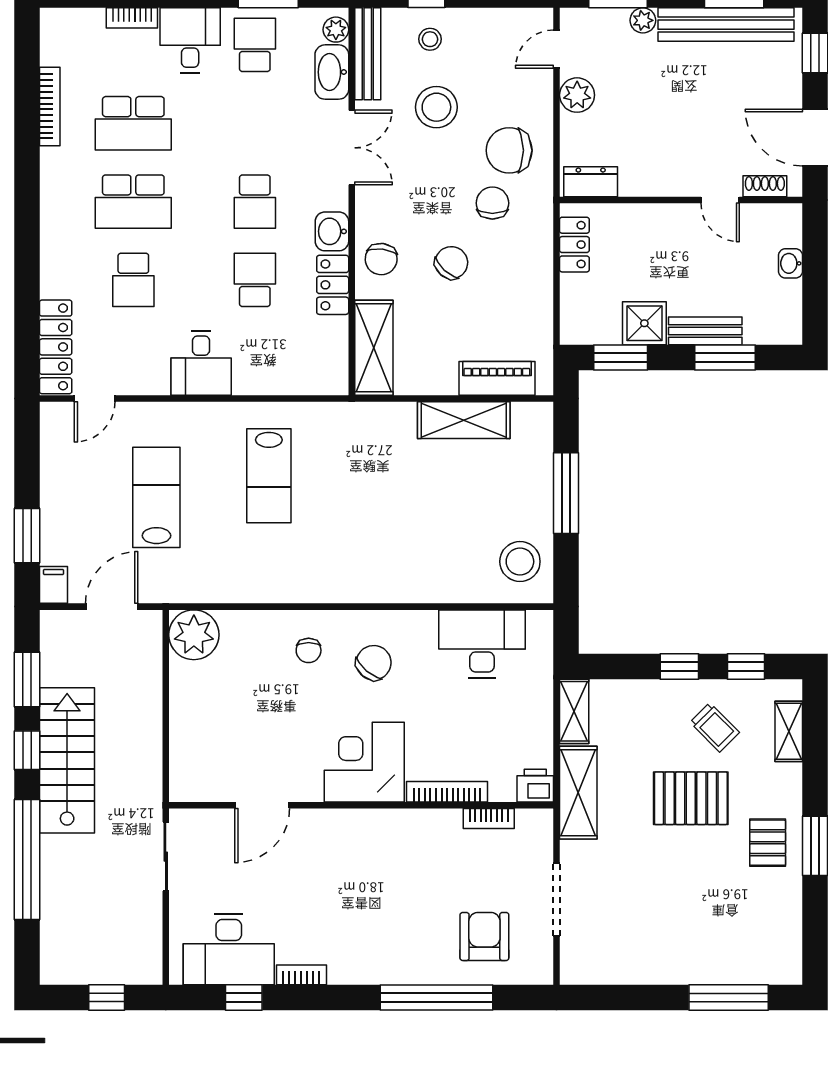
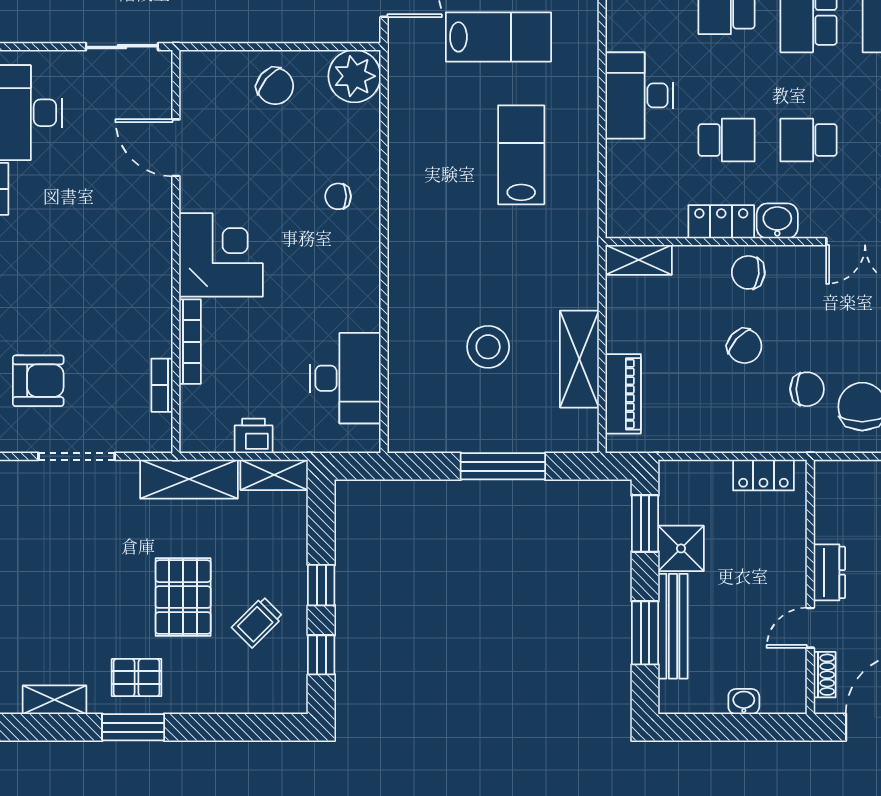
dresser: (591, 182) -> (829, 572), moved
bench: (705, 331) -> (673, 626), width x1.36
shelving: (374, 348) -> (639, 260), width x0.67, depth x0.75
desk: (201, 363) -> (639, 95), width x1.37
lab bench: (269, 476) -> (521, 155), turned 90
stool: (520, 562) -> (488, 347), moved
chair: (374, 663) -> (275, 86), moved
shelving: (789, 731) -> (54, 700), moved
printer: (535, 786) -> (254, 436), moved, turned -90

